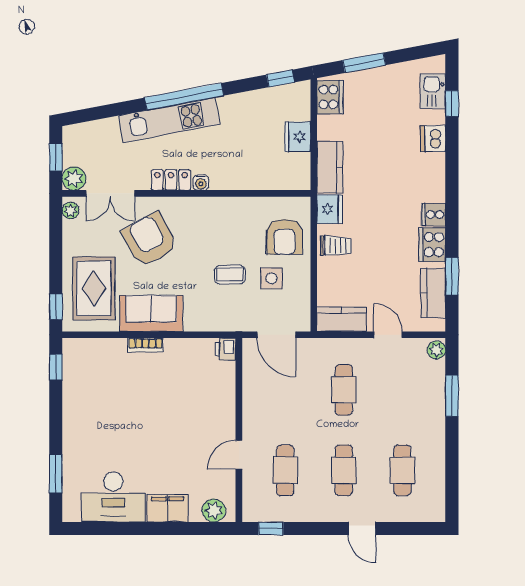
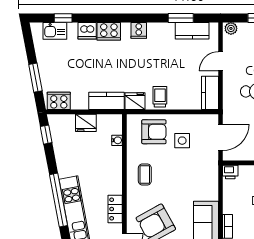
water cooler: (201, 183) -> (117, 140), moved
cooker: (432, 245) -> (109, 31), moved
coffee table: (230, 275) -> (145, 174), moved

